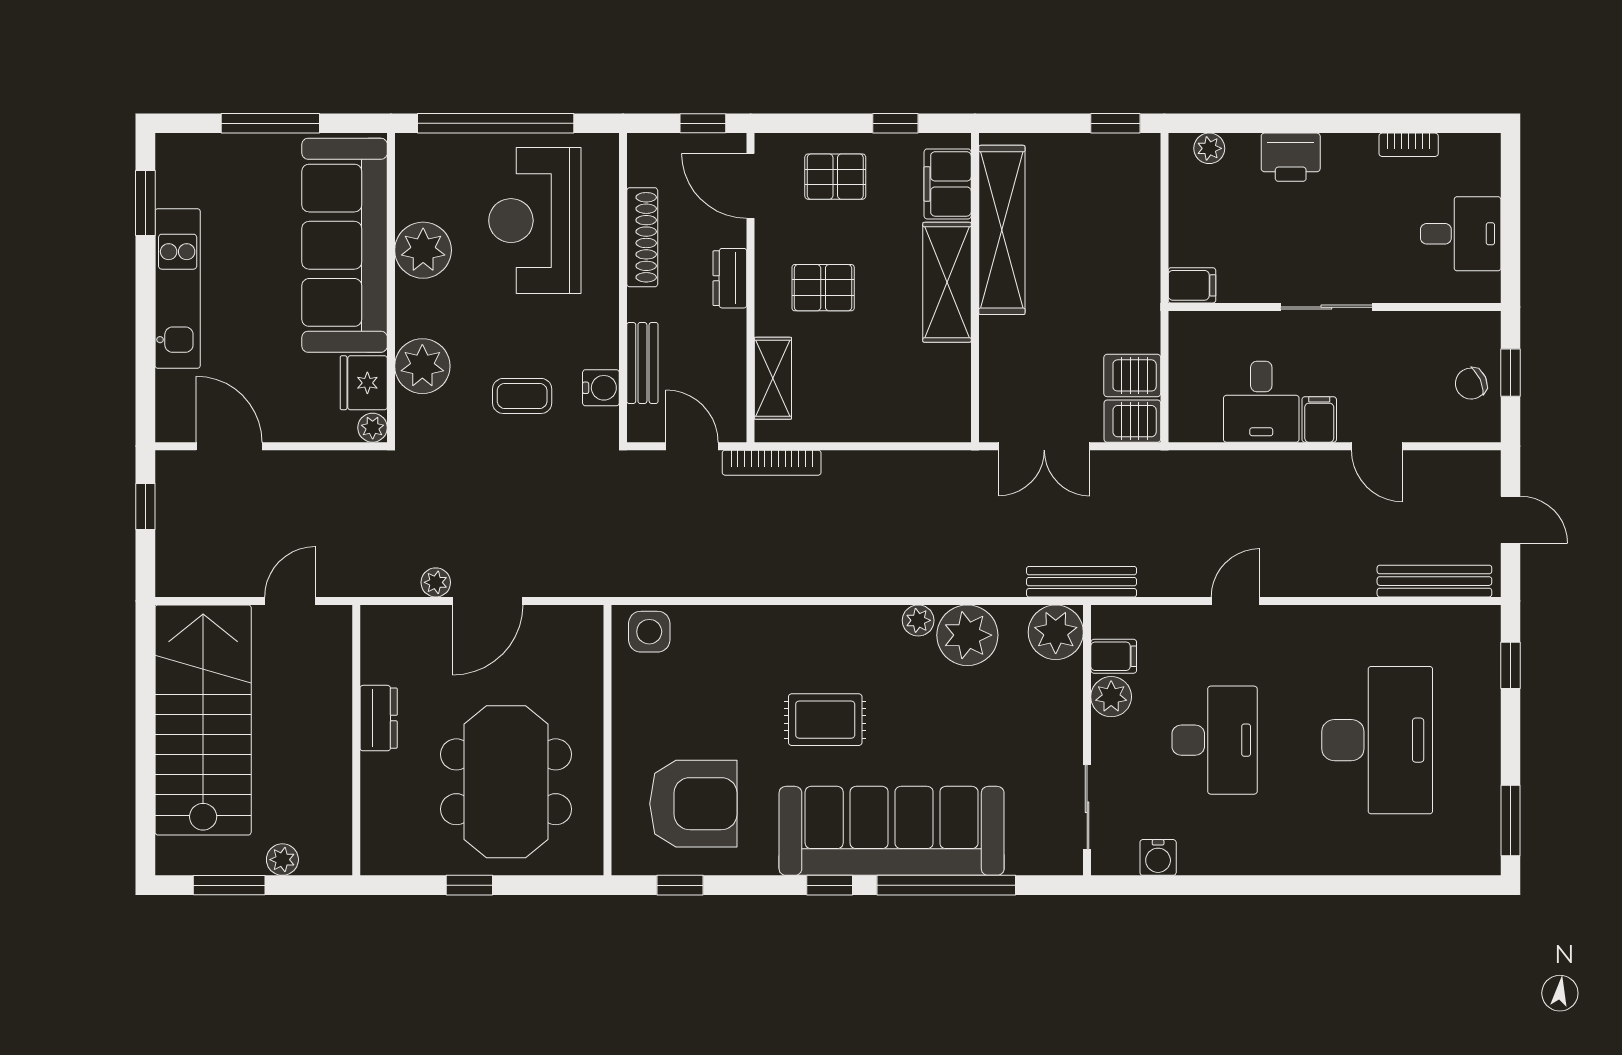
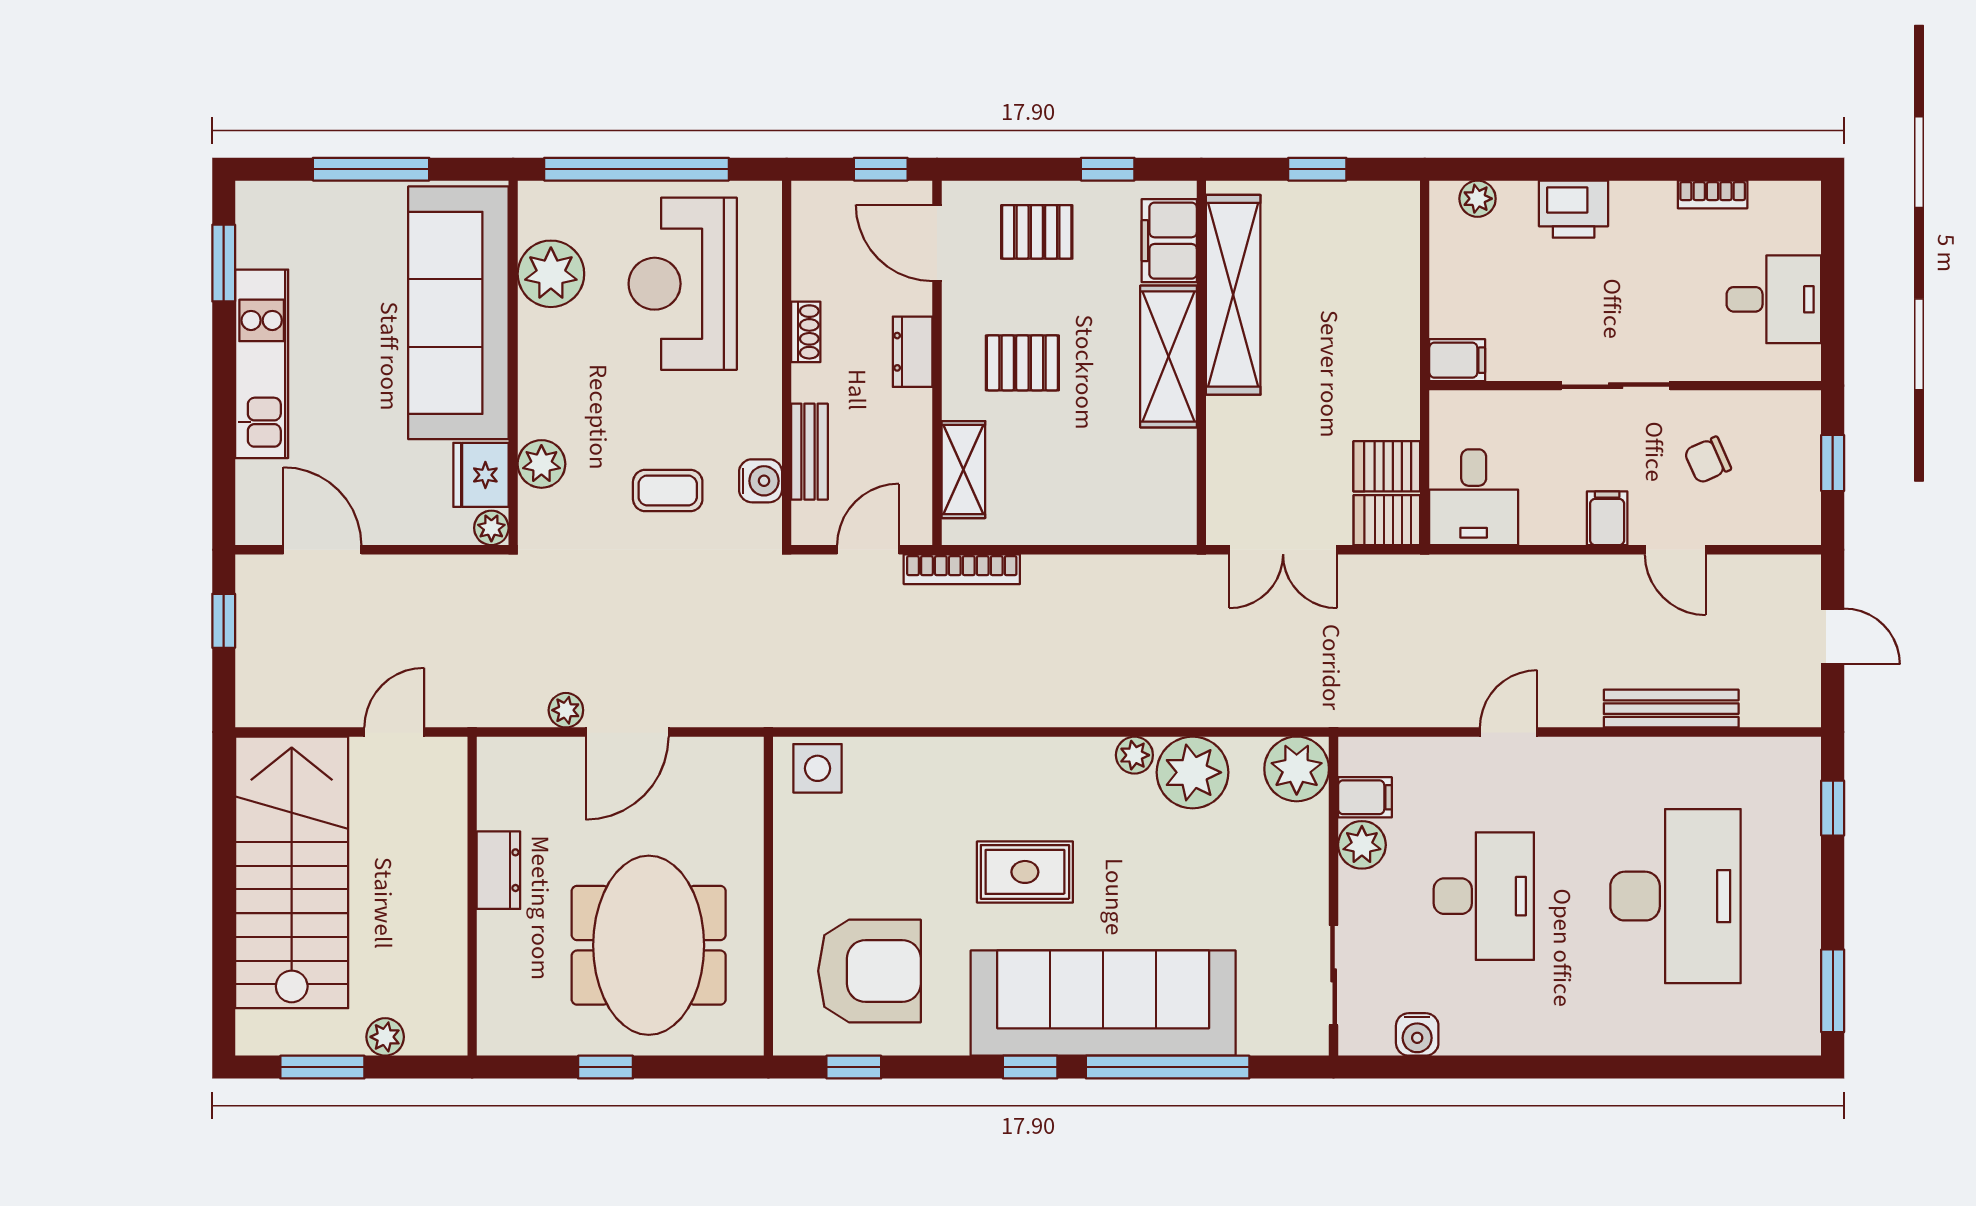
window: (1115, 123) -> (1317, 169), moved
shoe rack: (642, 237) -> (806, 332), width x0.51, depth x0.81
plant: (423, 250) -> (551, 274), moved
plant: (422, 366) -> (541, 464), width x0.73, depth x0.73
chair: (1471, 384) -> (1708, 460), moved
desk: (1261, 402) -> (1474, 497), moved
door: (692, 446) -> (868, 550), hinge flipped
bench: (1434, 581) -> (1671, 709), moved
bench: (1082, 582) -> (1327, 709), removed

